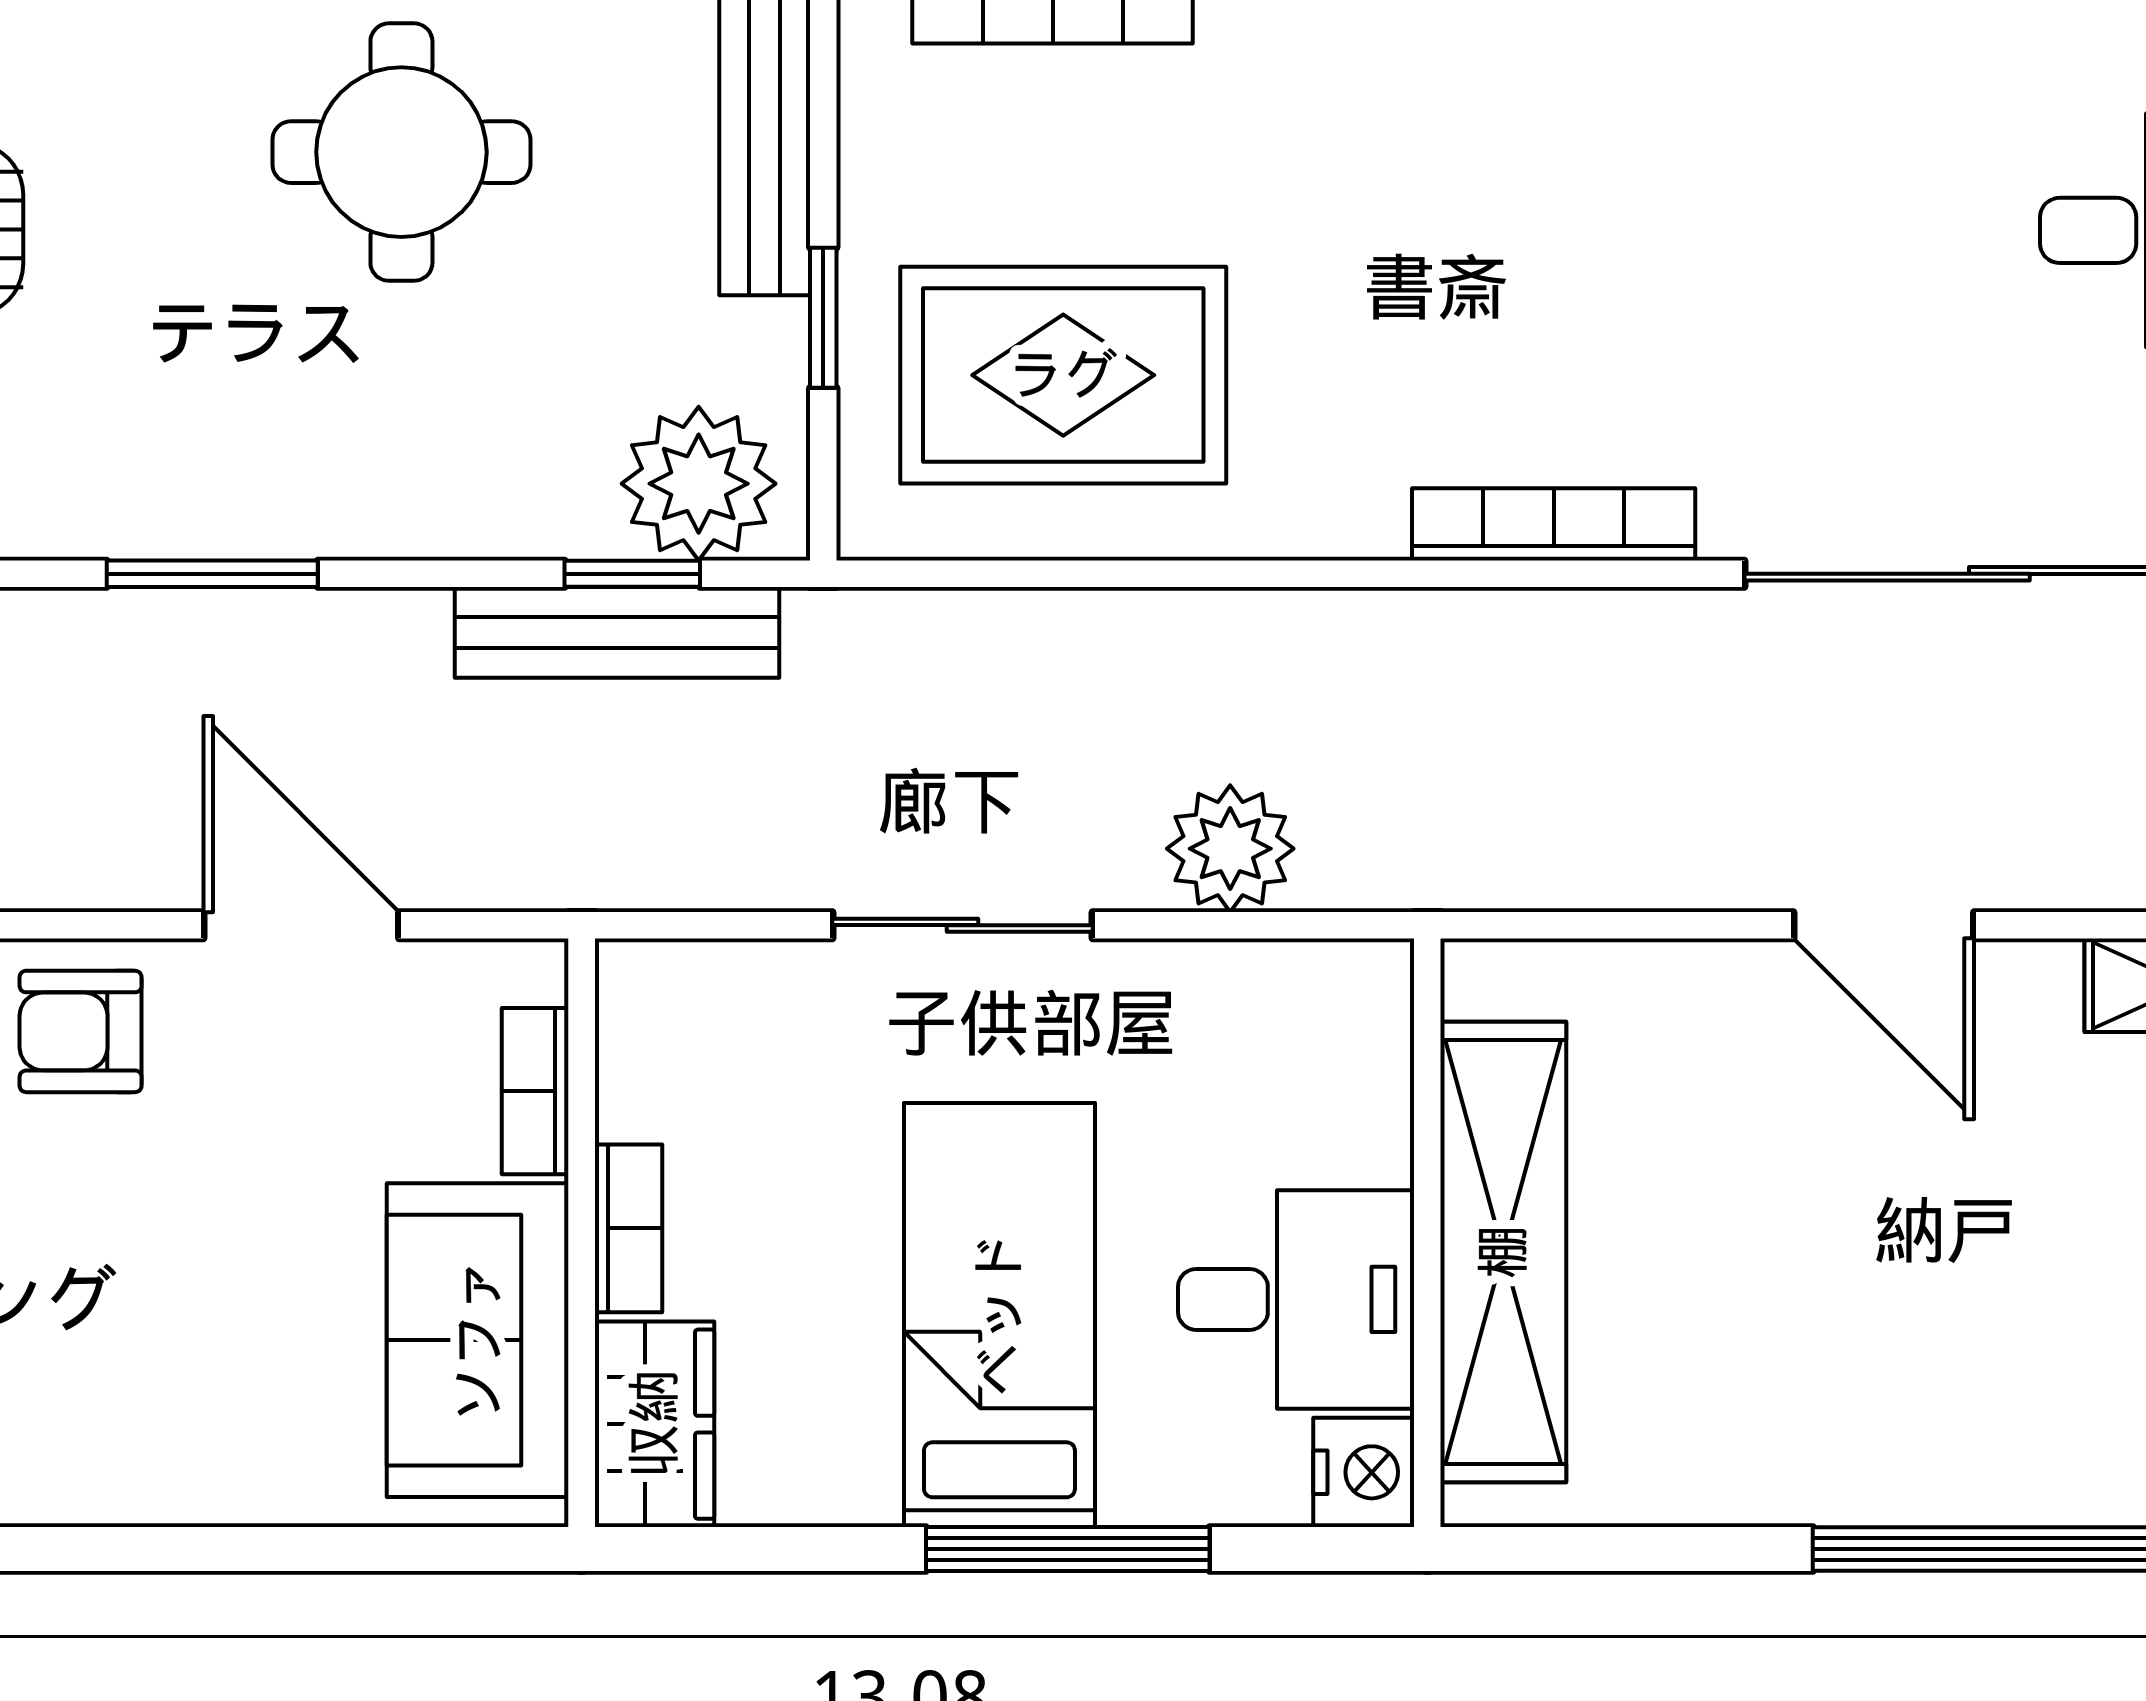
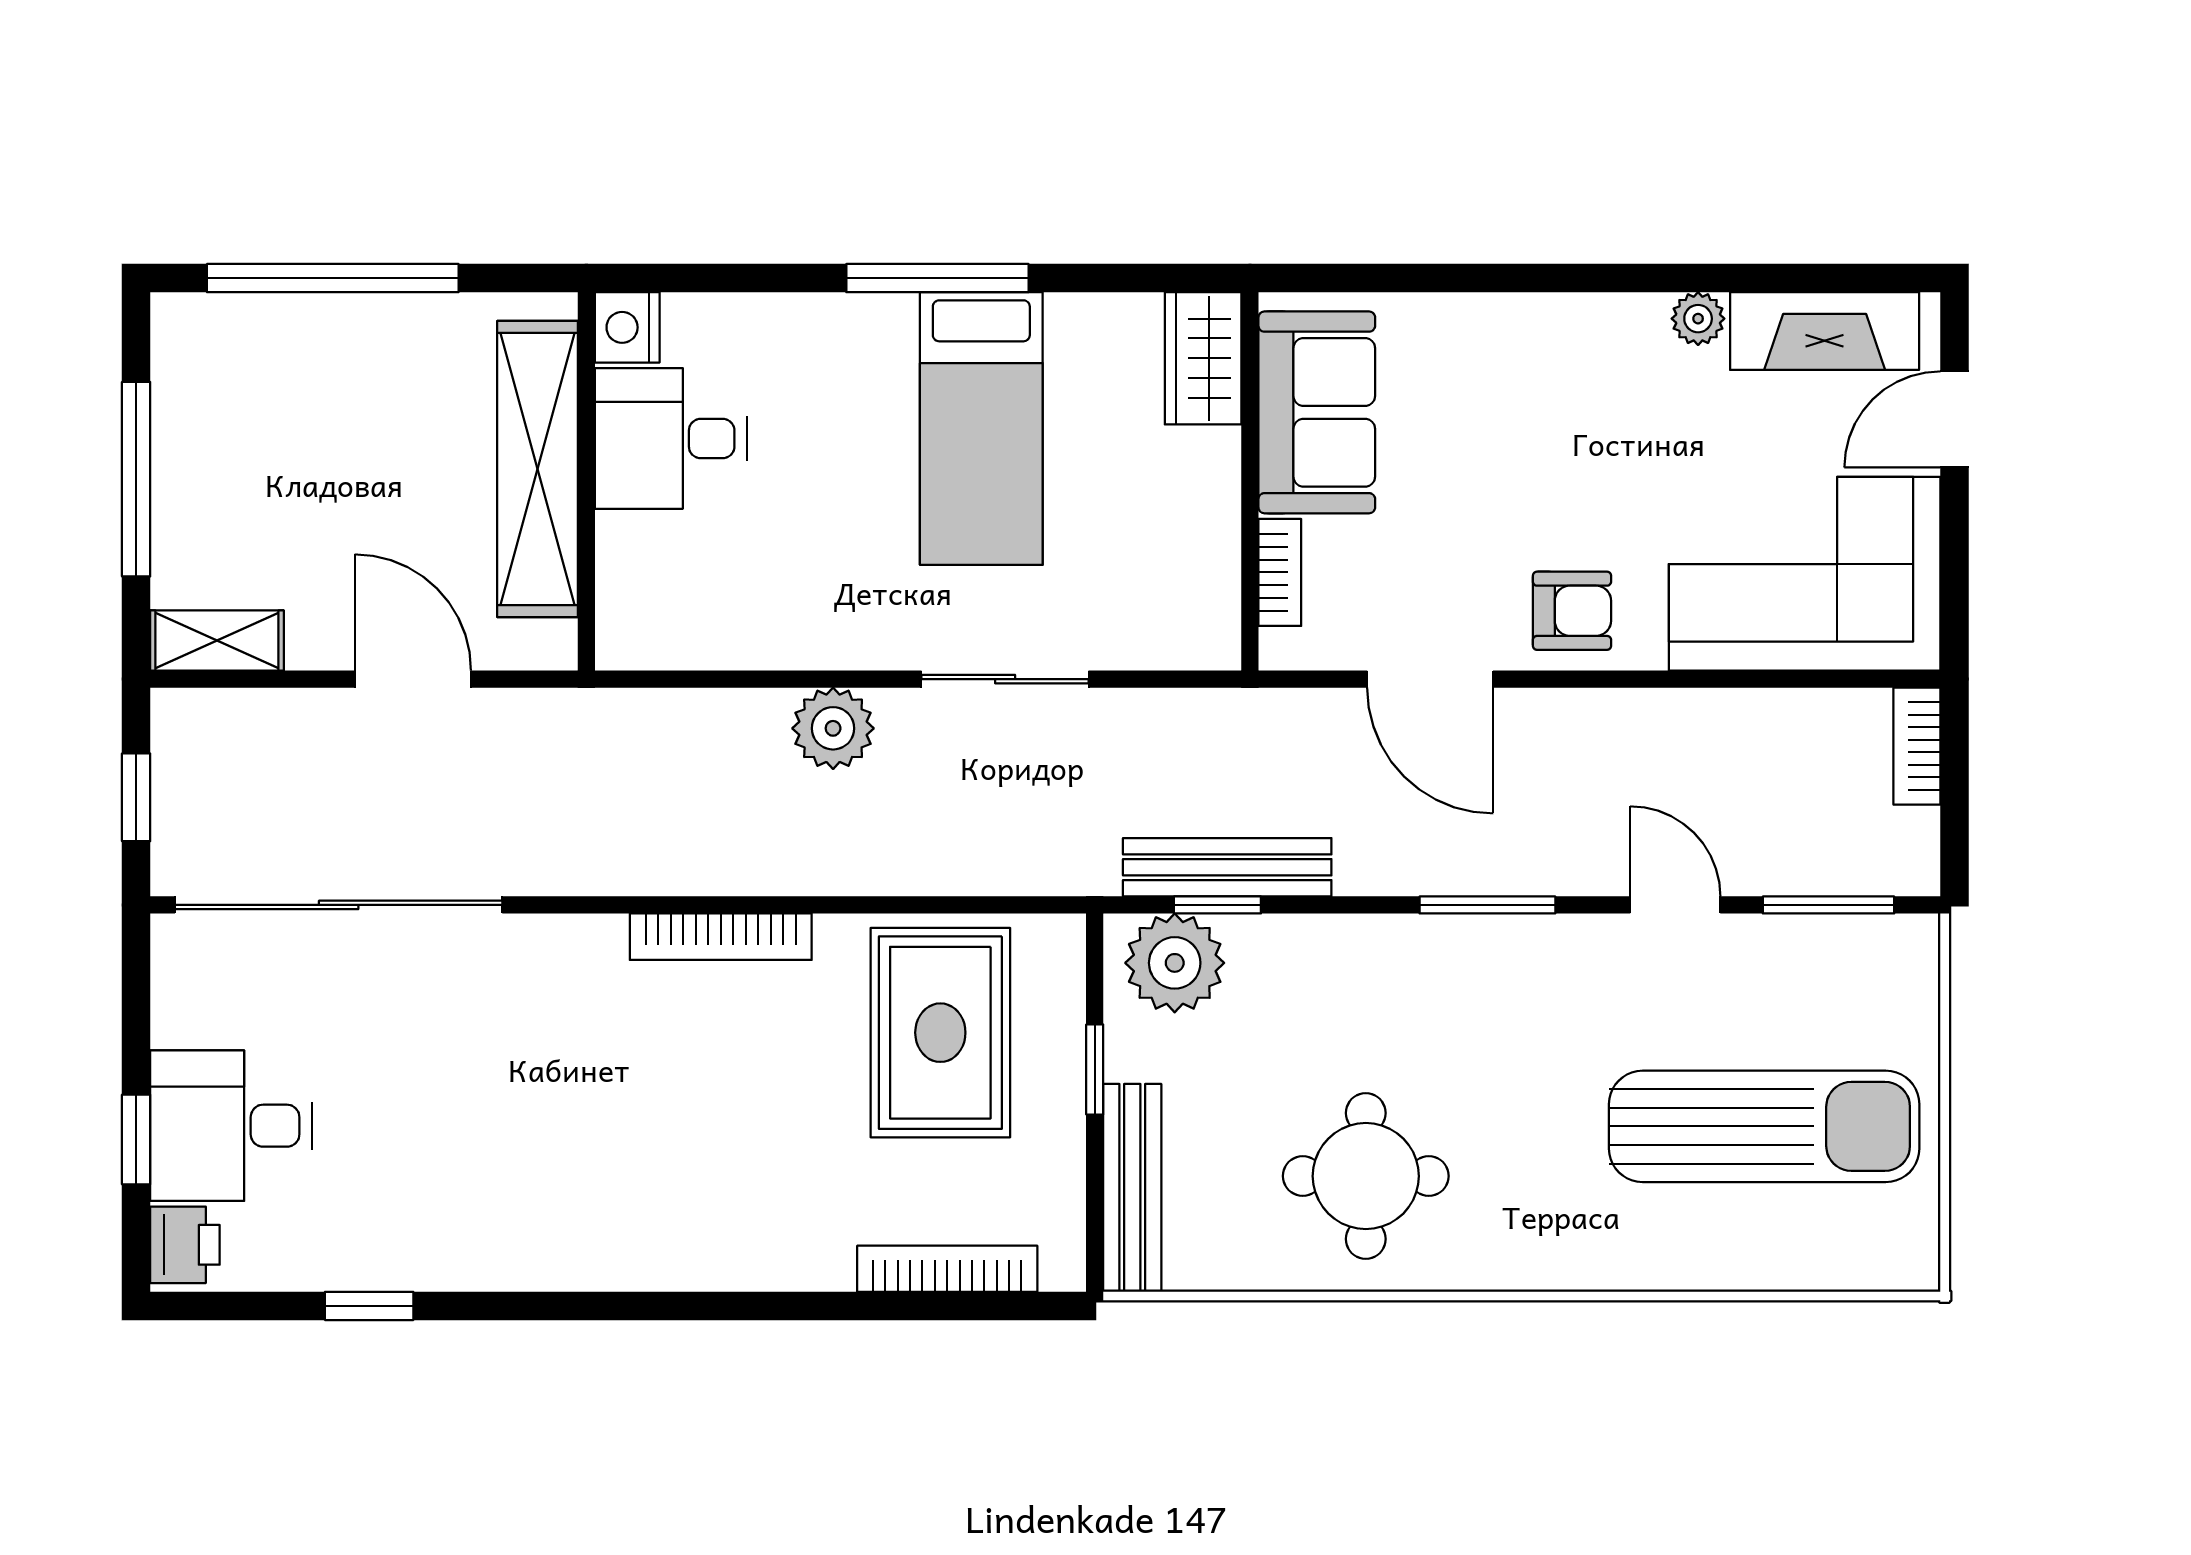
rug: (1063, 375) -> (940, 1033), turned 90
bookcase: (1554, 524) -> (721, 937), moved
bookcase: (628, 1228) -> (1220, 484), removed
wall: (1427, 1233) -> (586, 481), moved
shelving: (1503, 1252) -> (538, 469), moved
desk: (1296, 1299) -> (671, 439), moved
nightstand: (1364, 1472) -> (627, 327), moved

